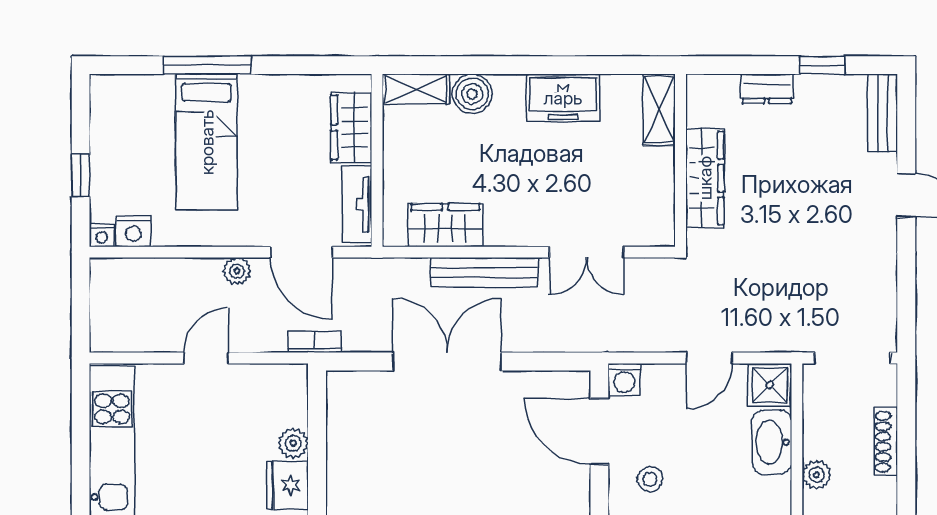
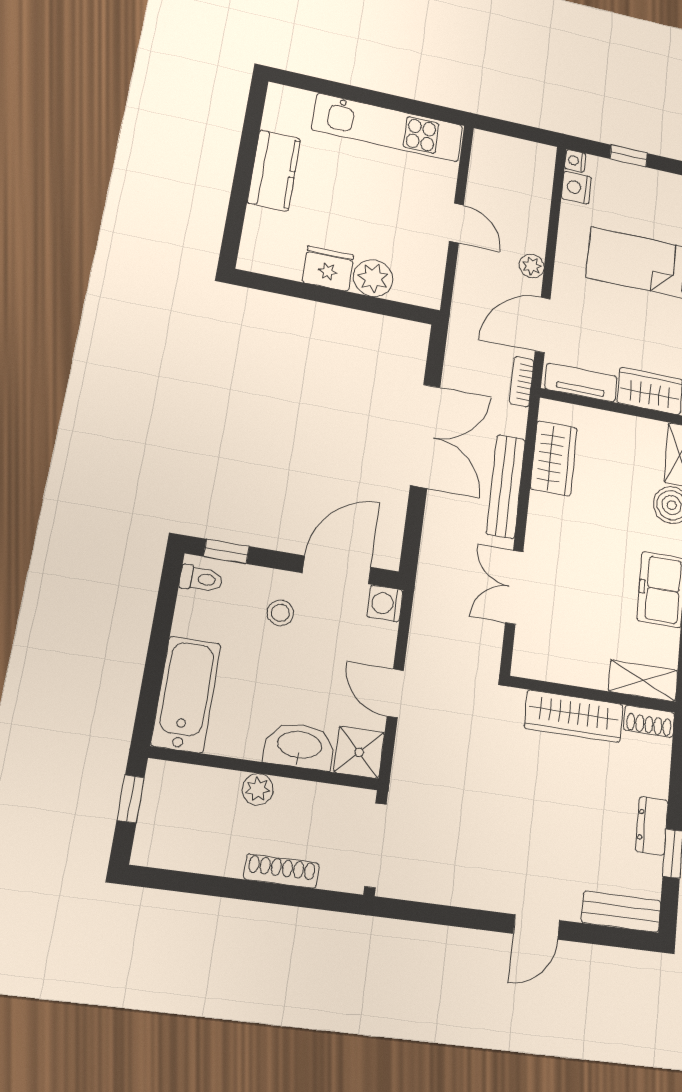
dresser: (767, 89) -> (652, 826), moved
shoe rack: (698, 100) -> (649, 721), added
bookcase: (315, 342) -> (522, 382), moved, turned 180
plant: (293, 443) -> (373, 278), width x1.38, depth x1.38

